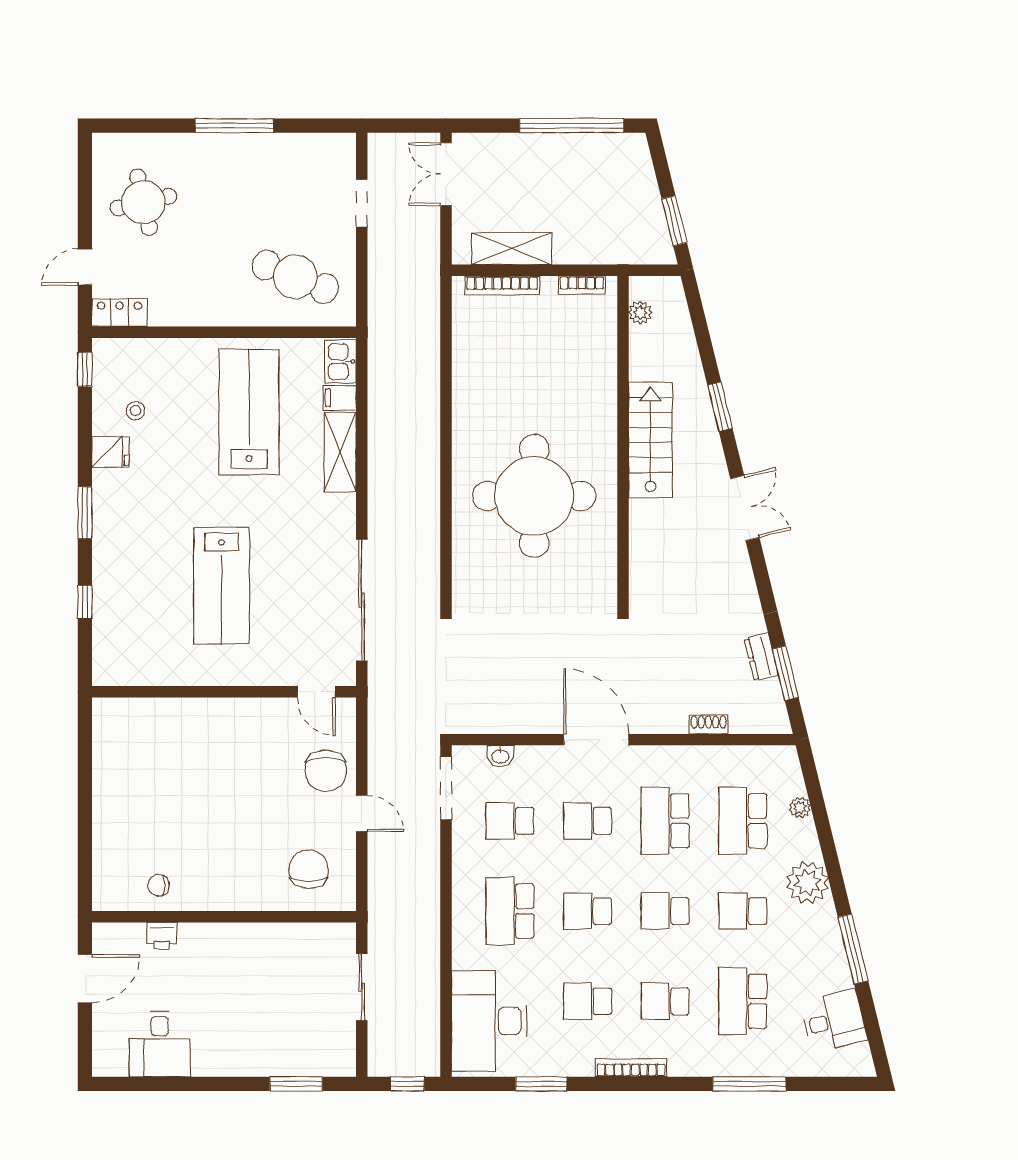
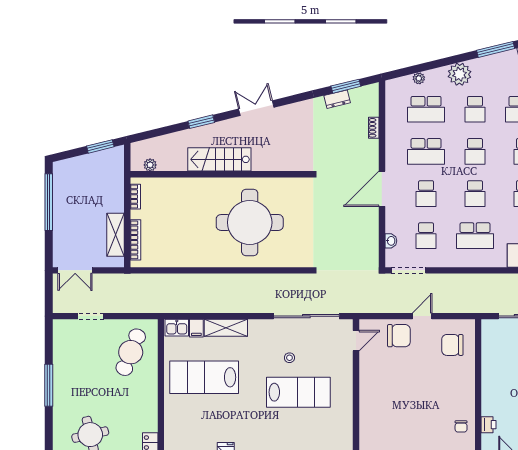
stool: (135, 411) -> (289, 358), moved

